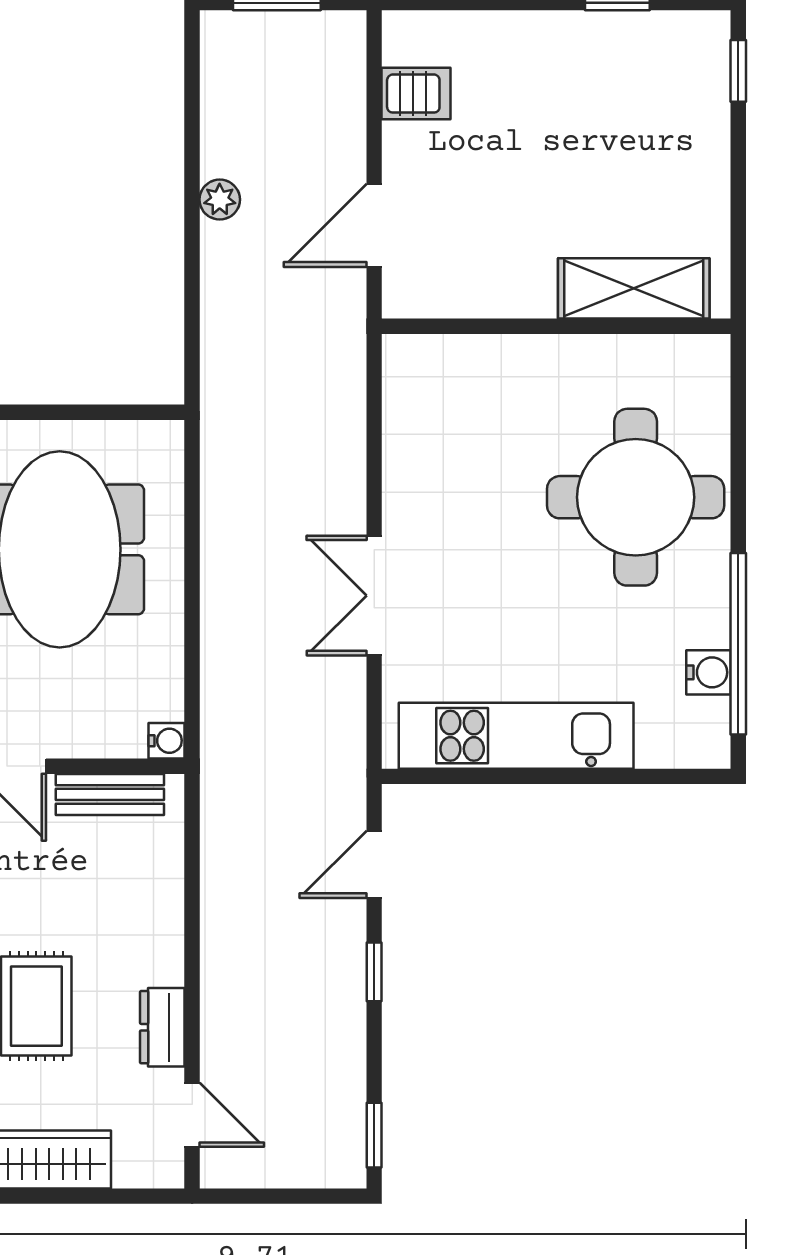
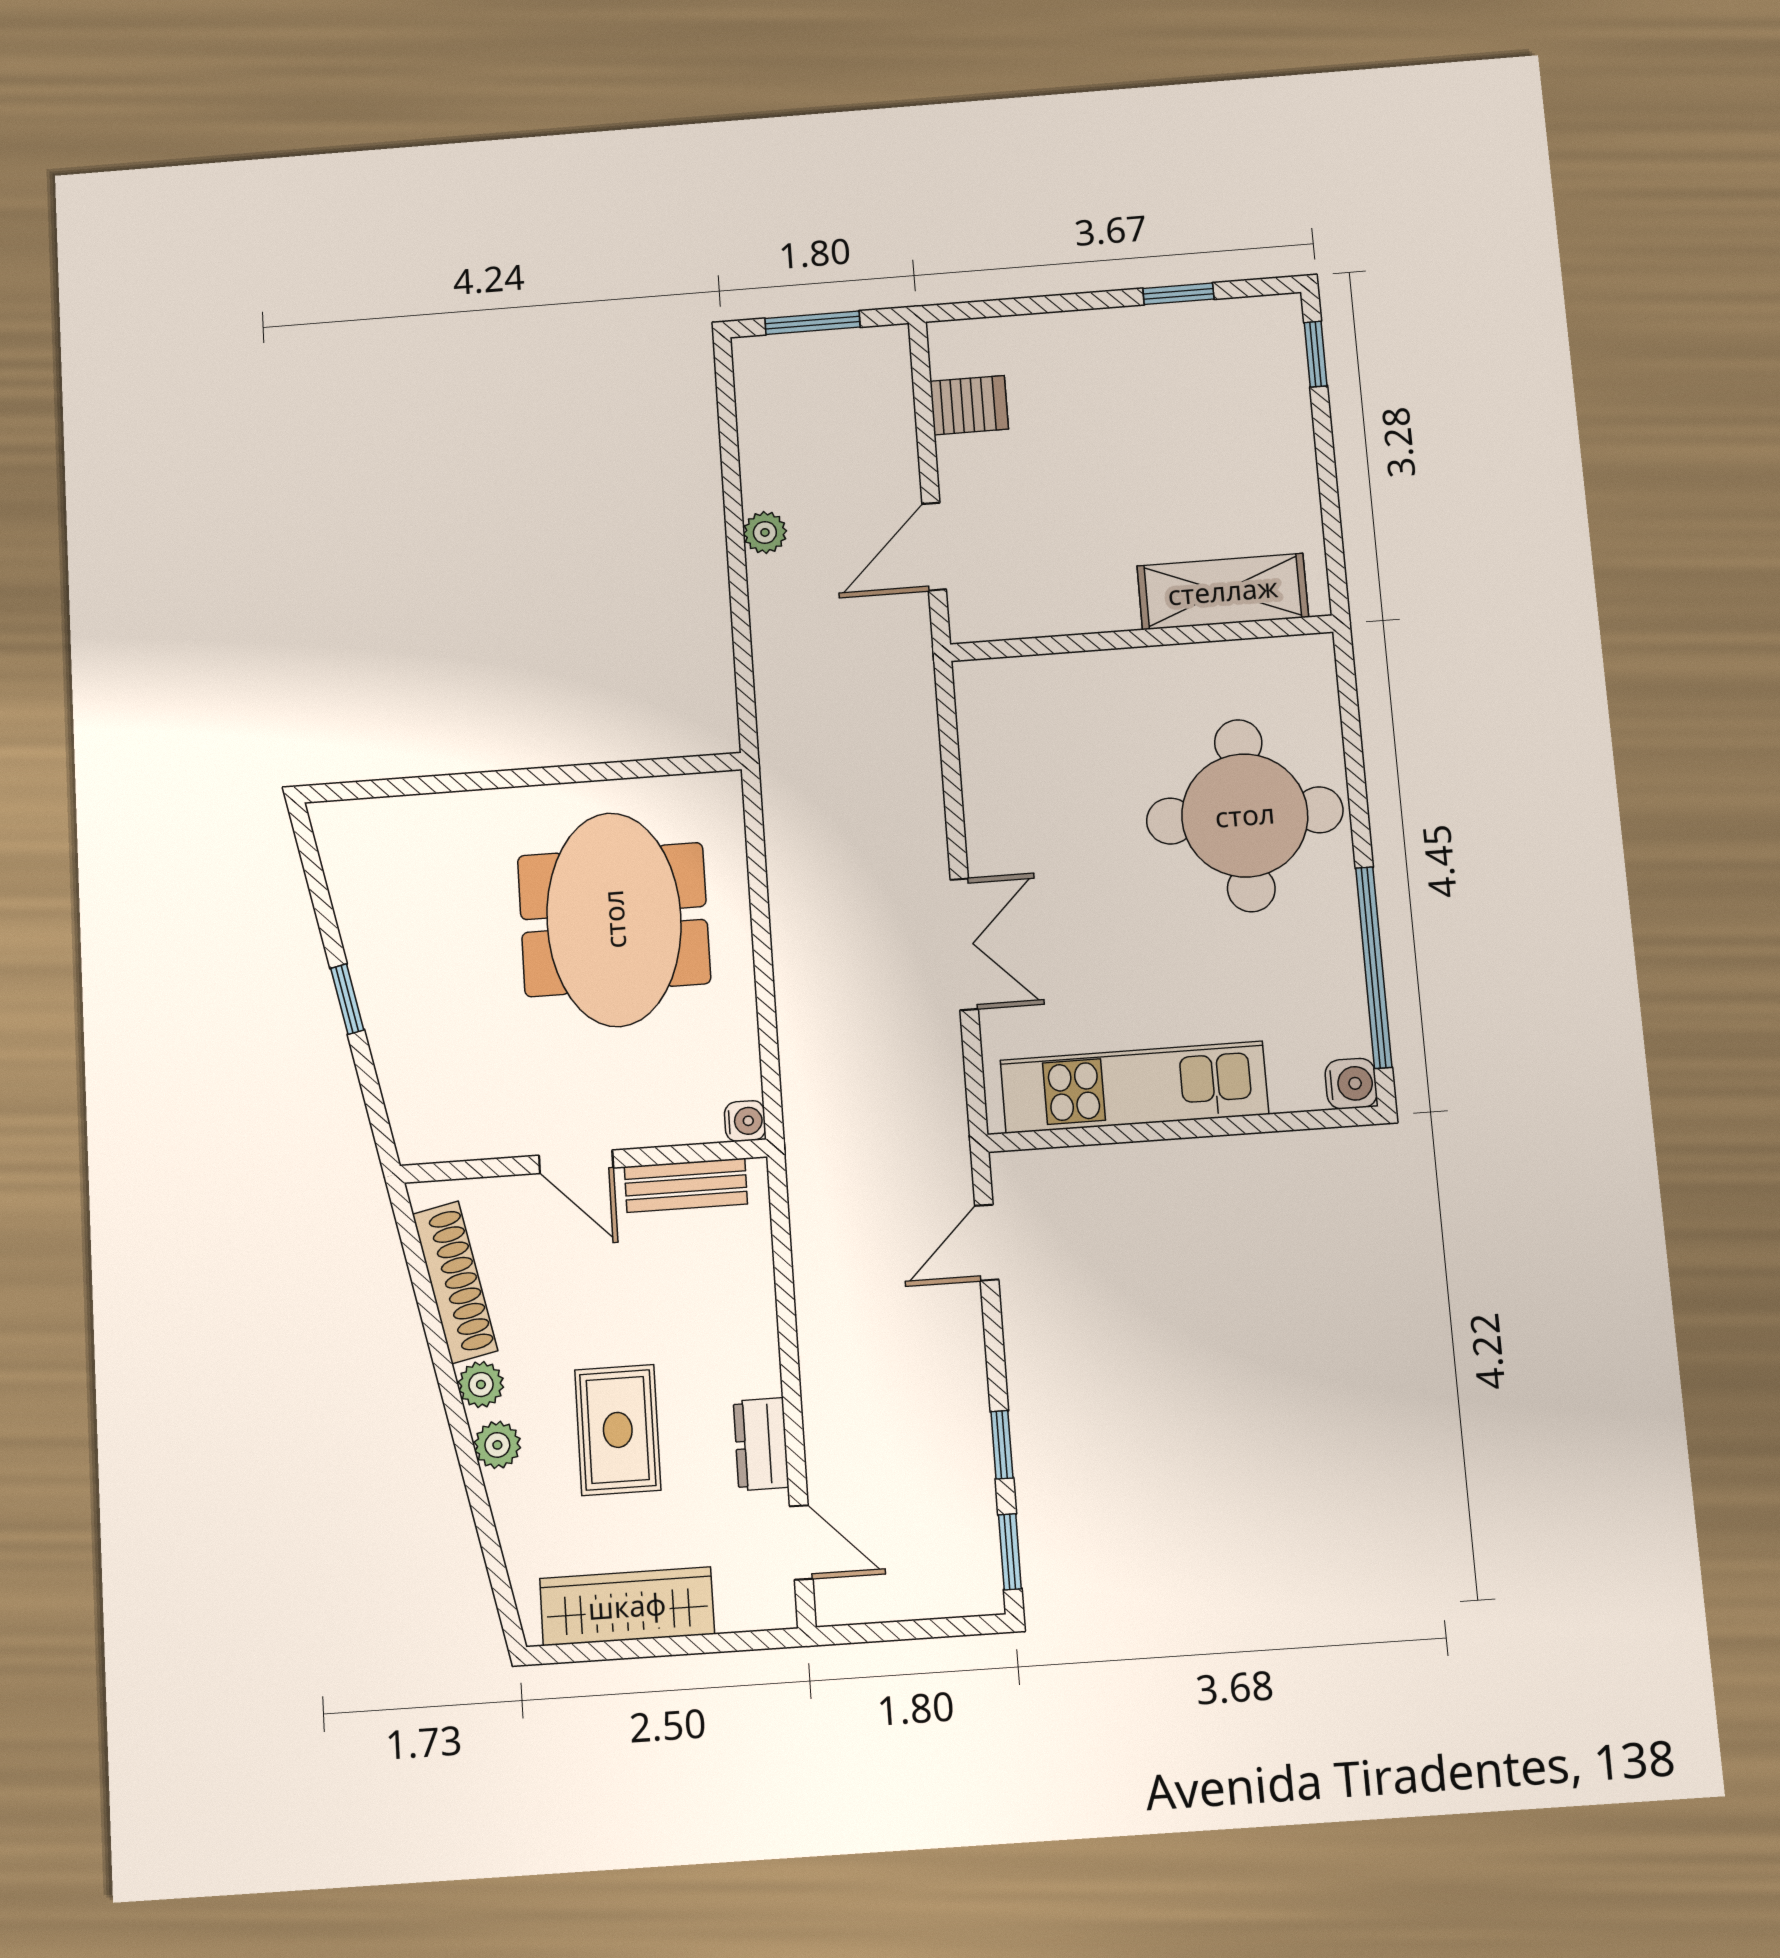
double door: (374, 596) -> (964, 944), swing flipped
water cooler: (709, 672) -> (1351, 1084), moved
window: (374, 972) -> (1002, 1445), moved

